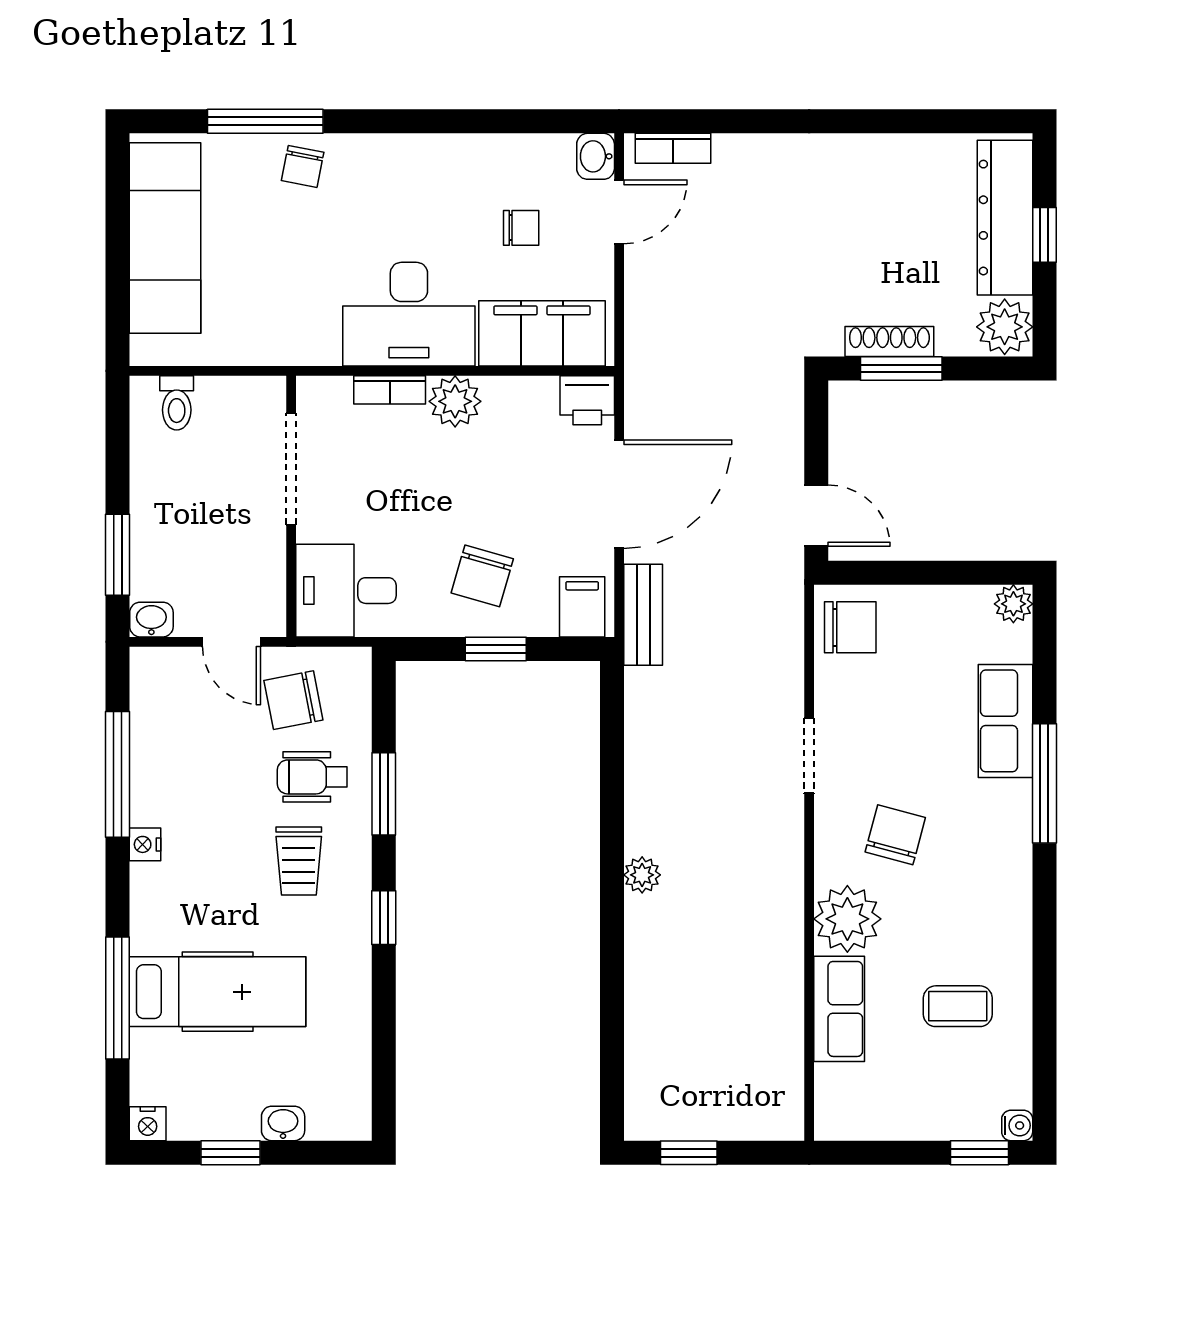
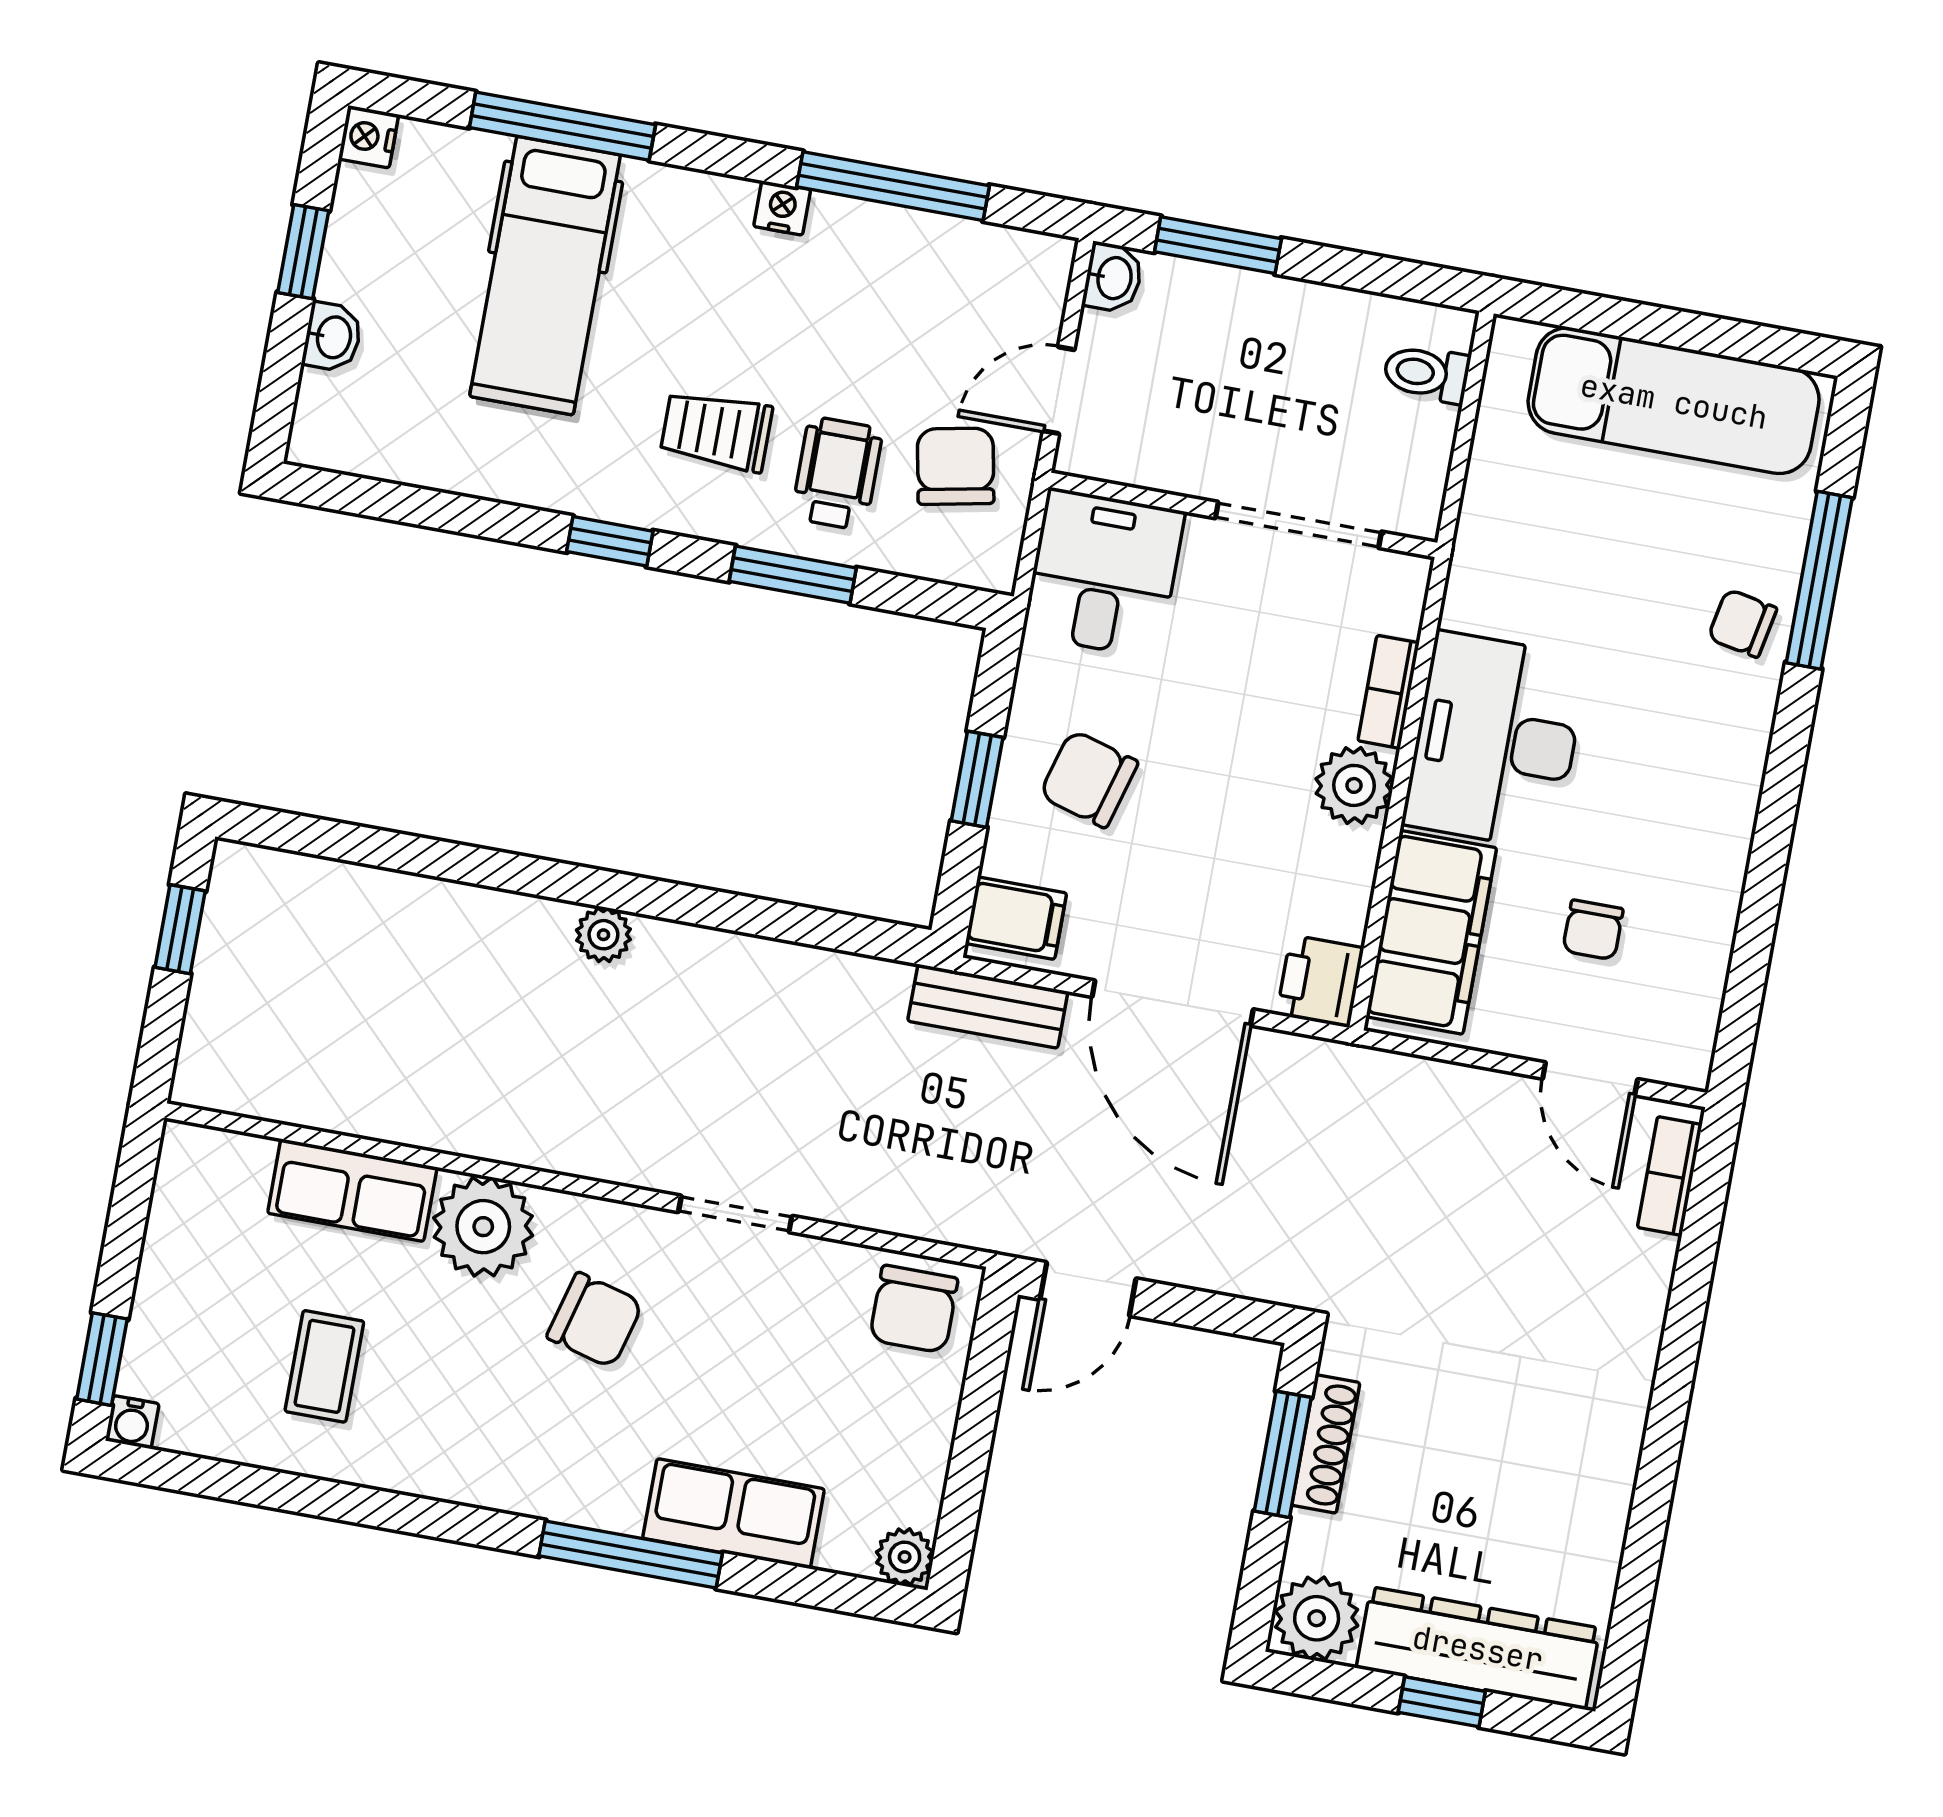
washbasin: (596, 156) -> (1679, 1059), removed

